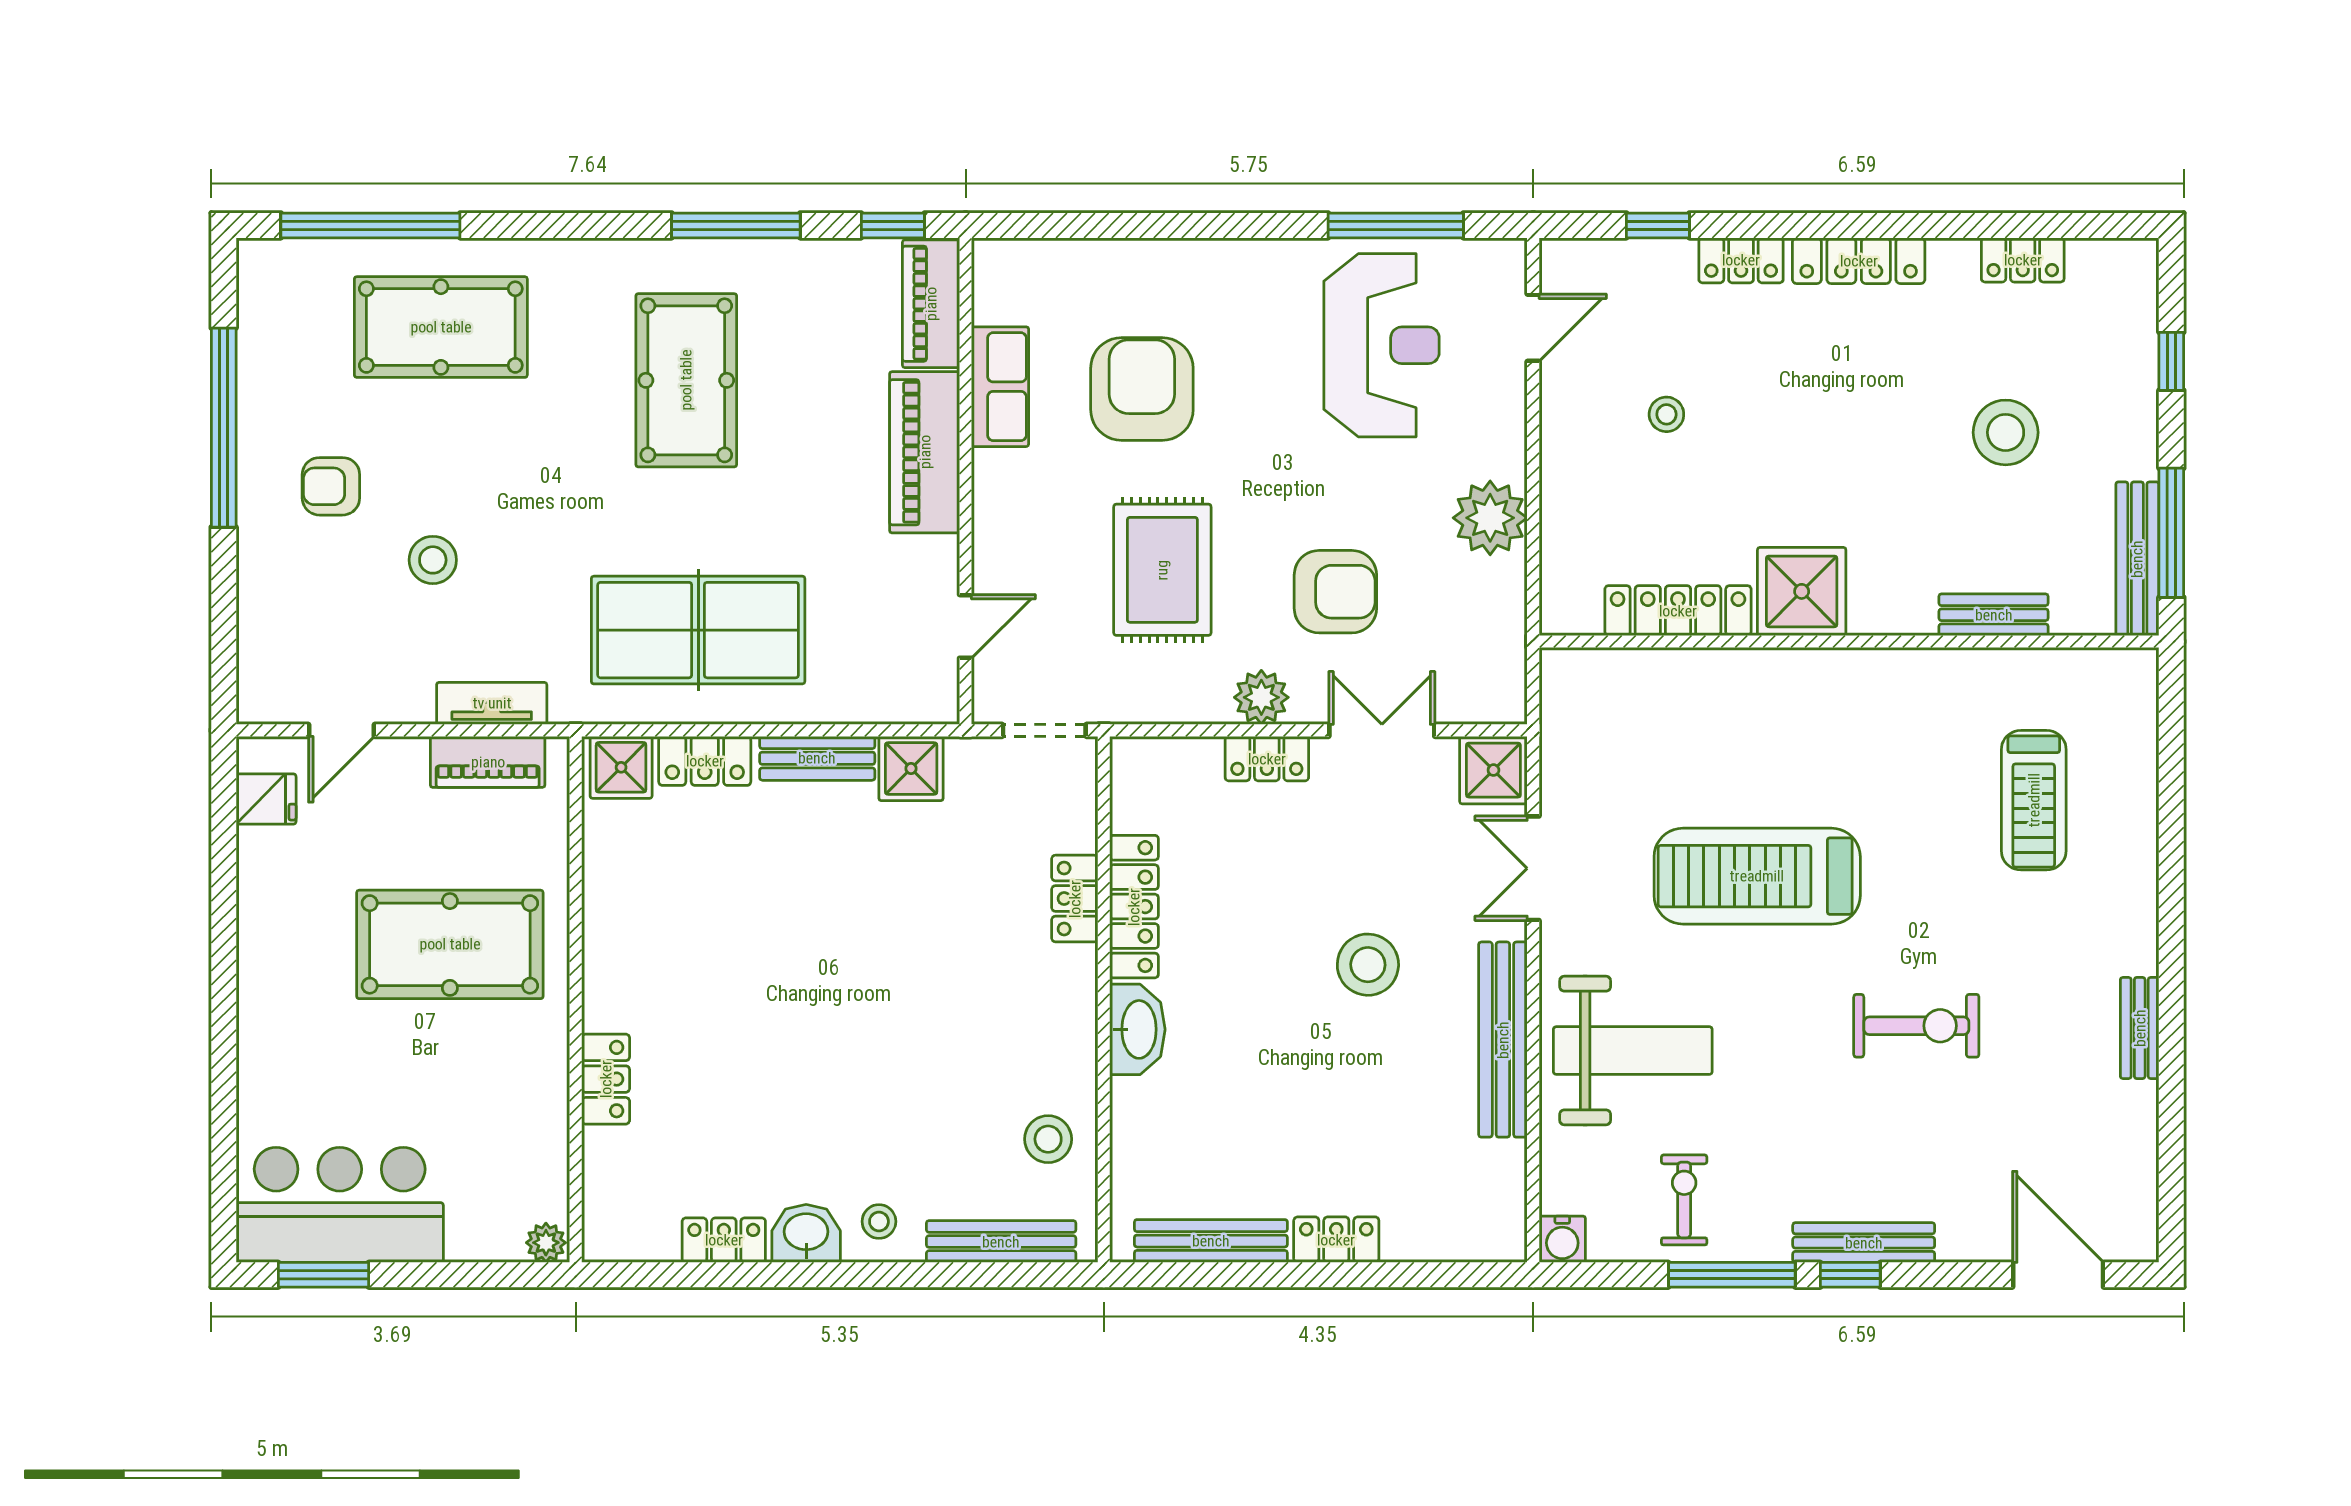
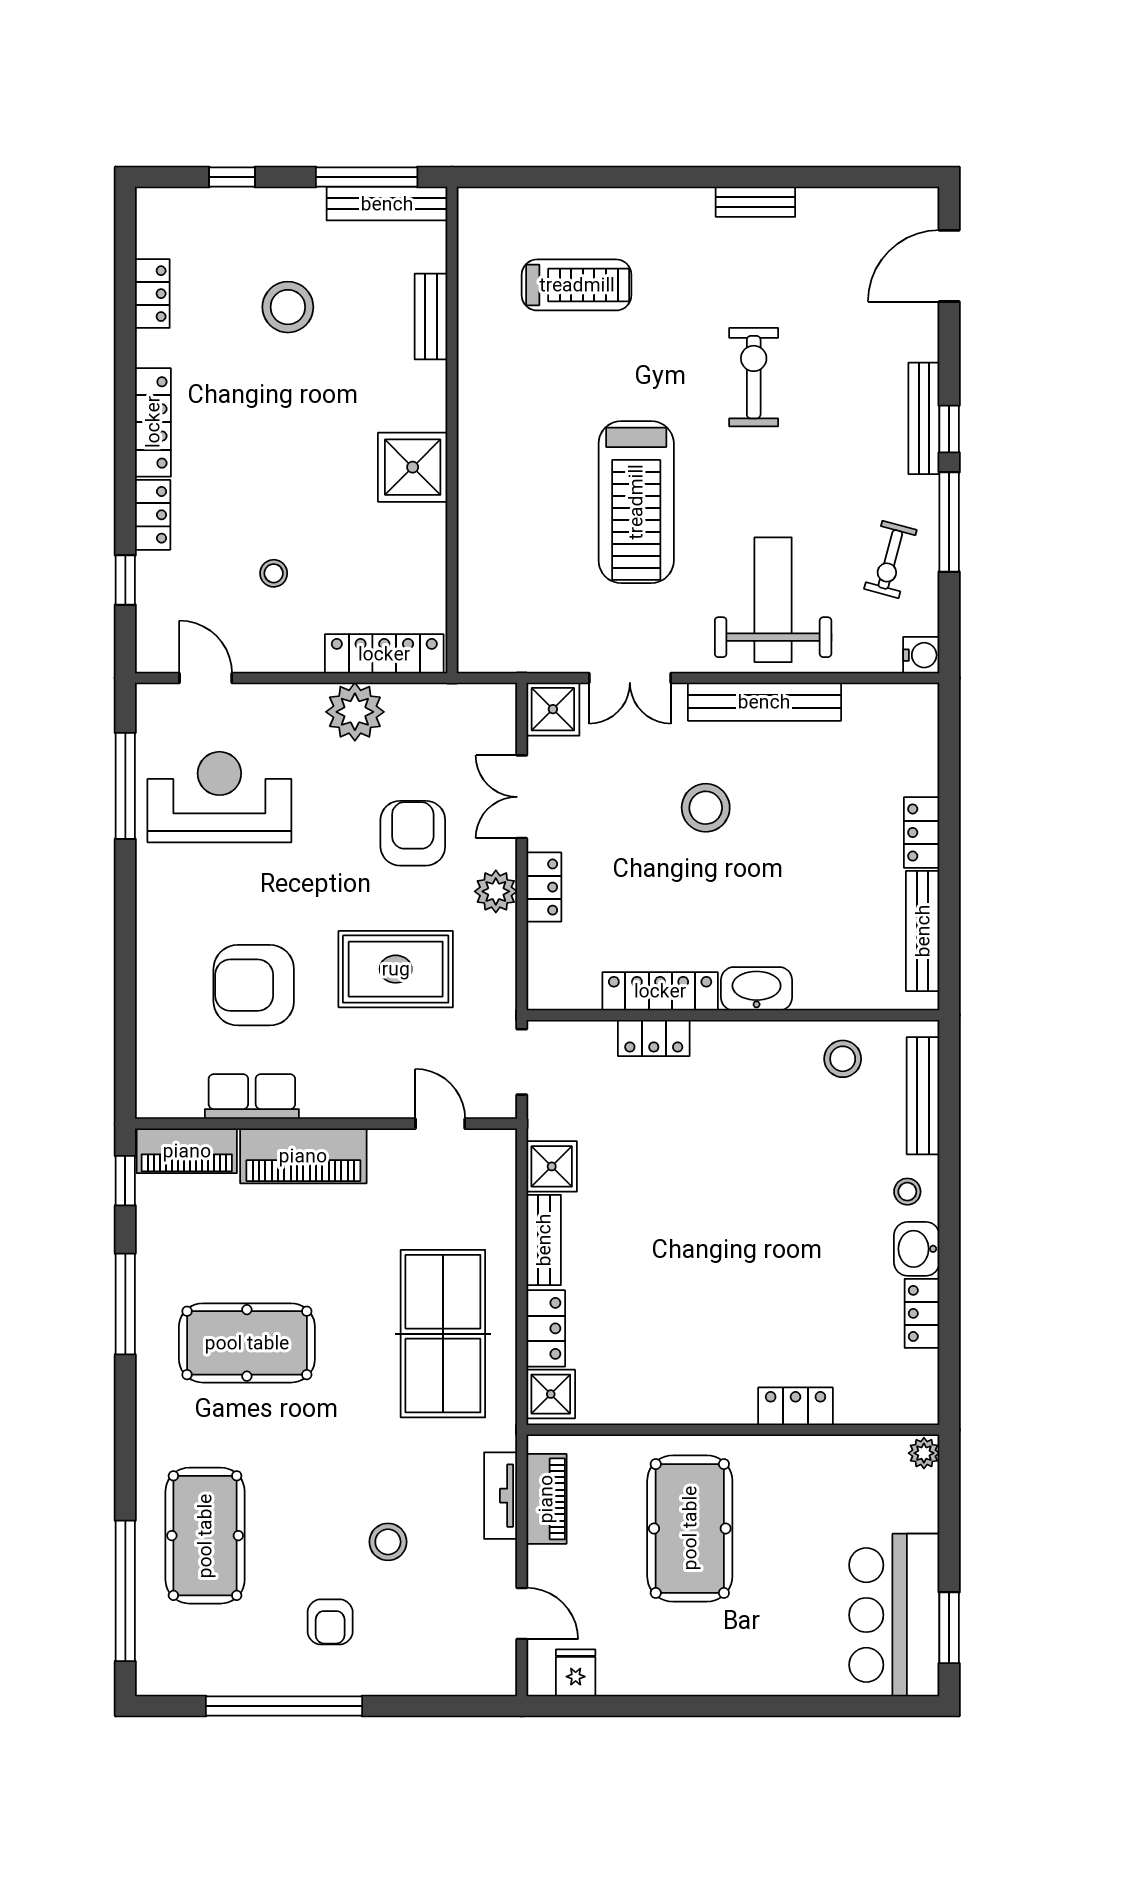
locker: (1678, 611) -> (384, 654), moved, turned 90
exercise bike: (1684, 1200) -> (890, 559), turned -75

